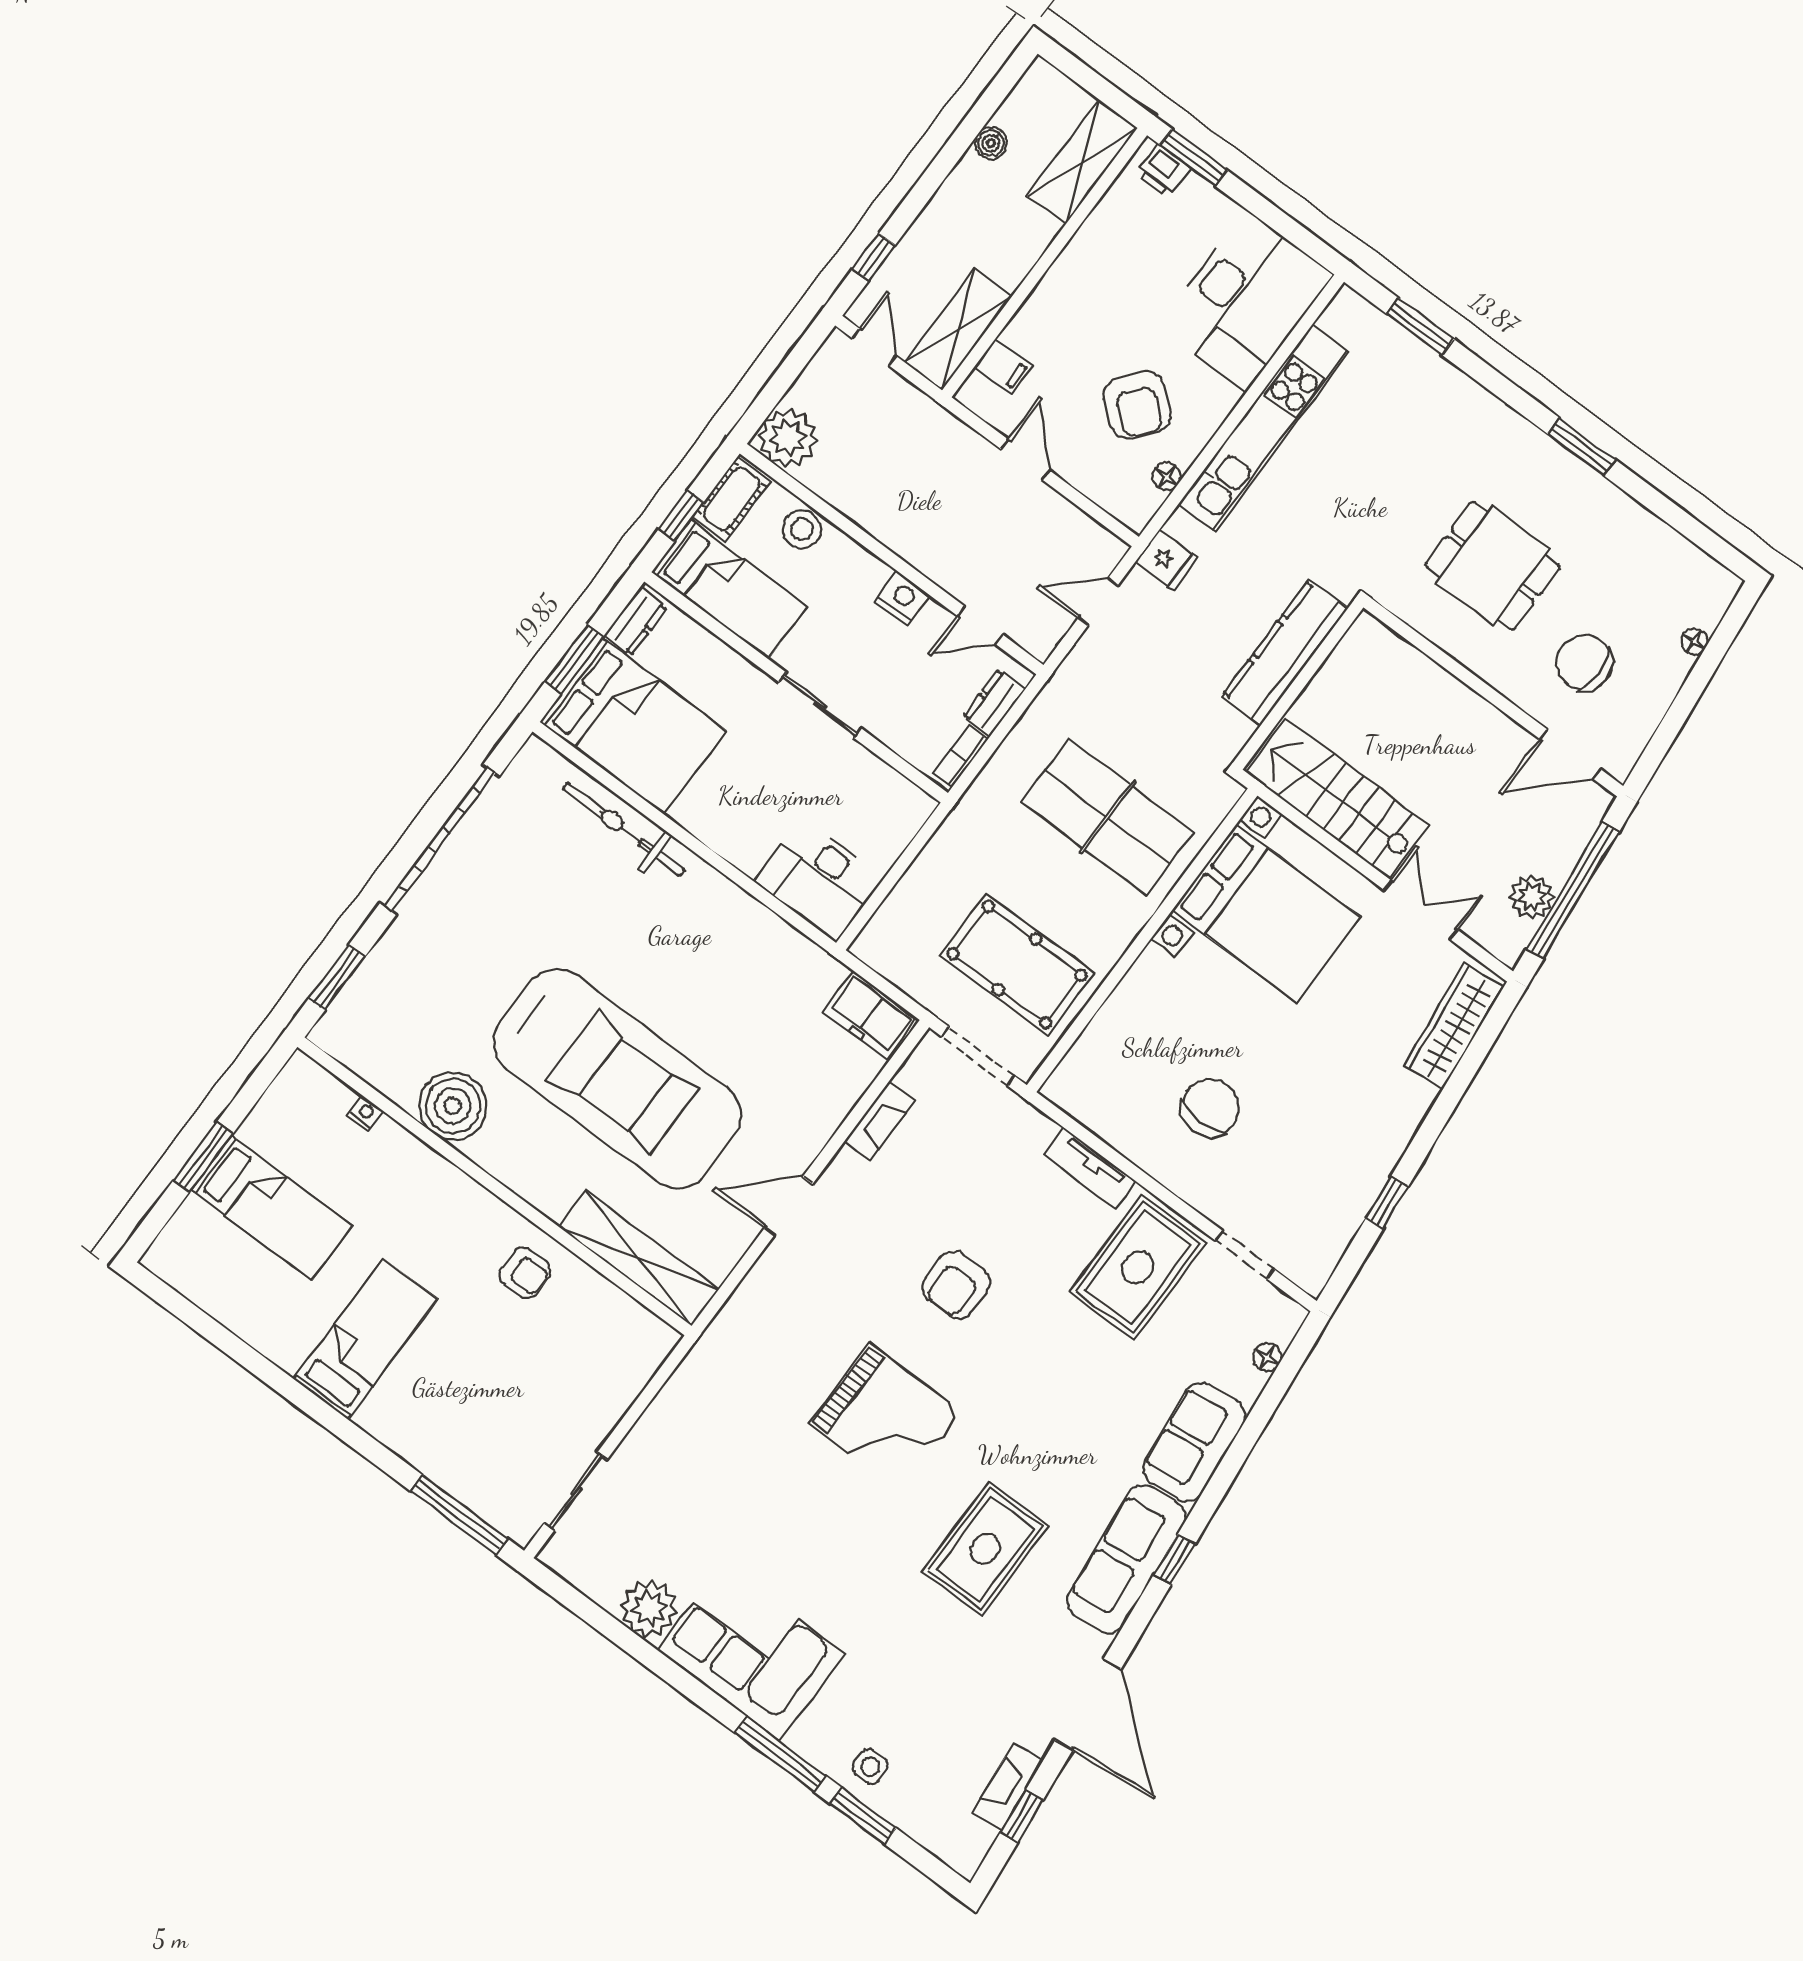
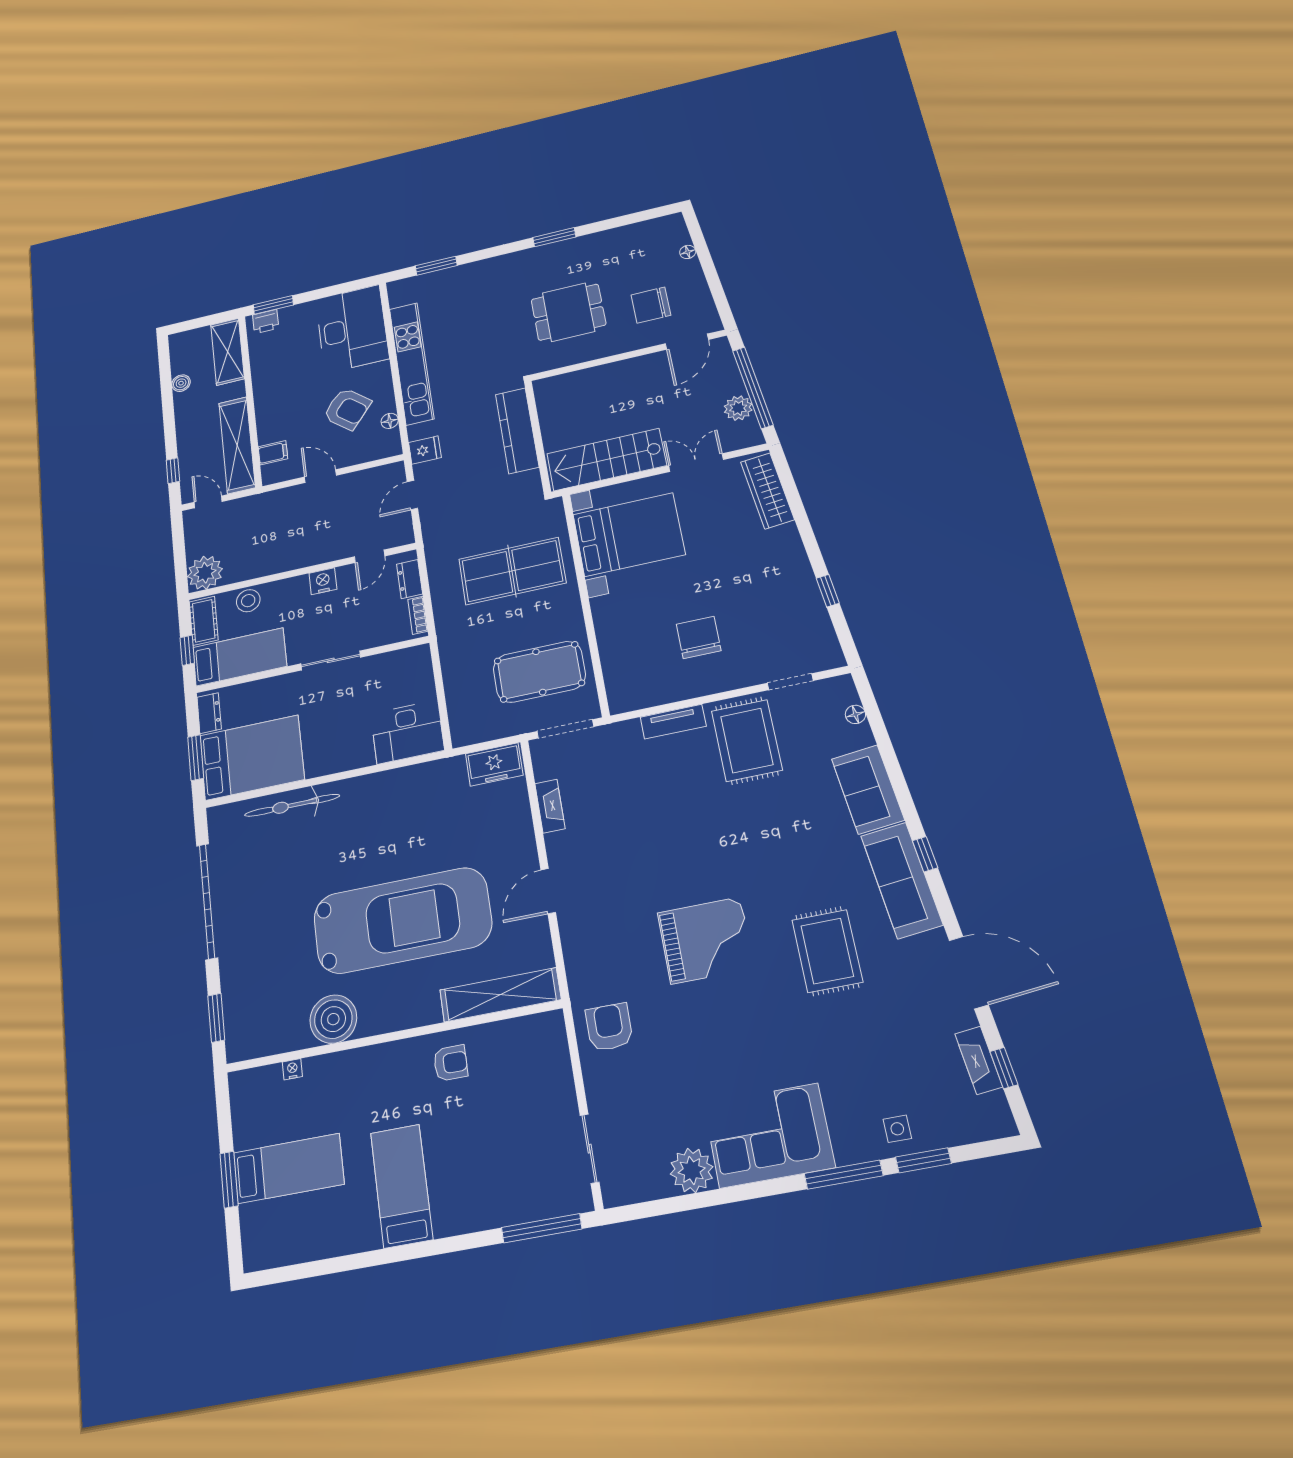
shelving: (958, 330) -> (237, 445), width x1.47
armchair: (956, 1285) -> (609, 1027), moved, turned 180

